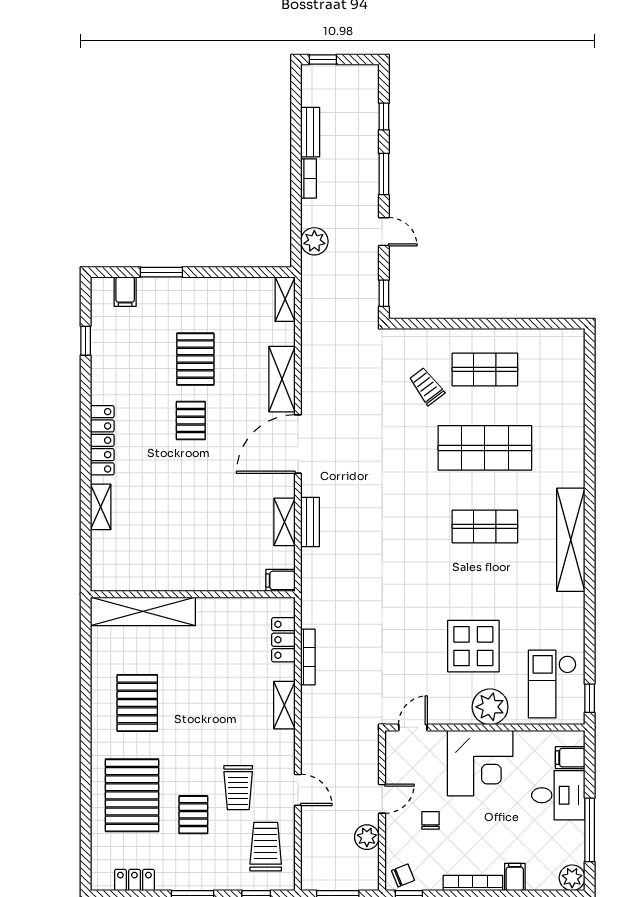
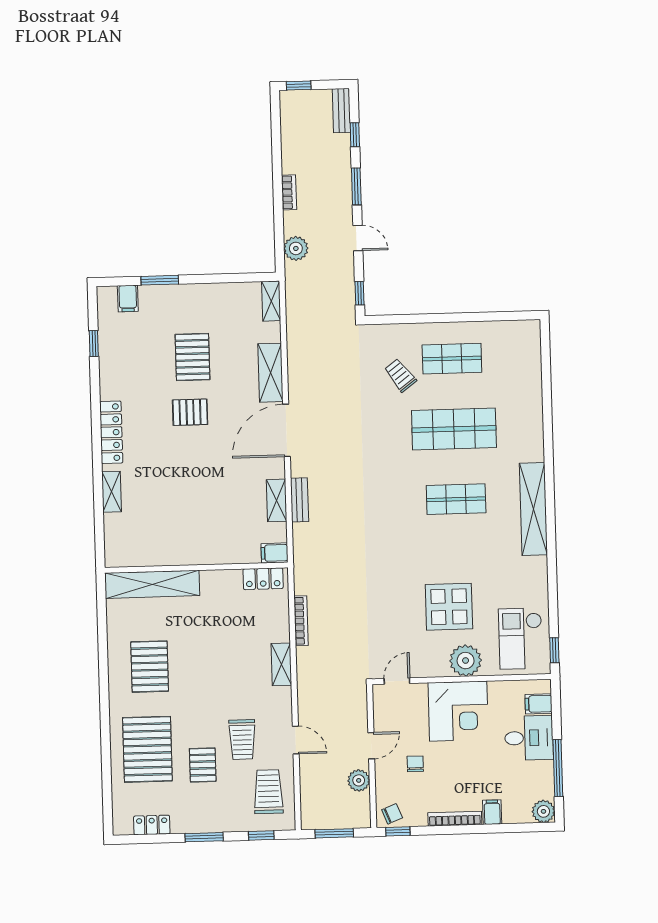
bench: (310, 132) -> (341, 111), moved
pallet: (191, 421) -> (190, 412), turned 90
locker: (283, 640) -> (263, 579), moved, turned -90

